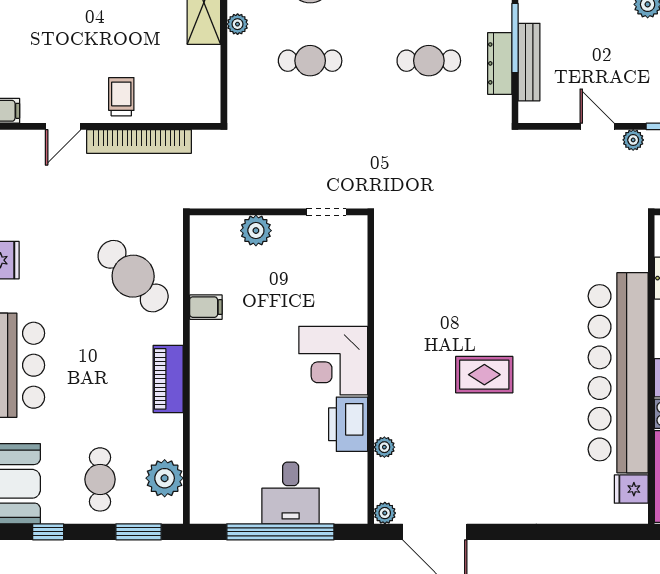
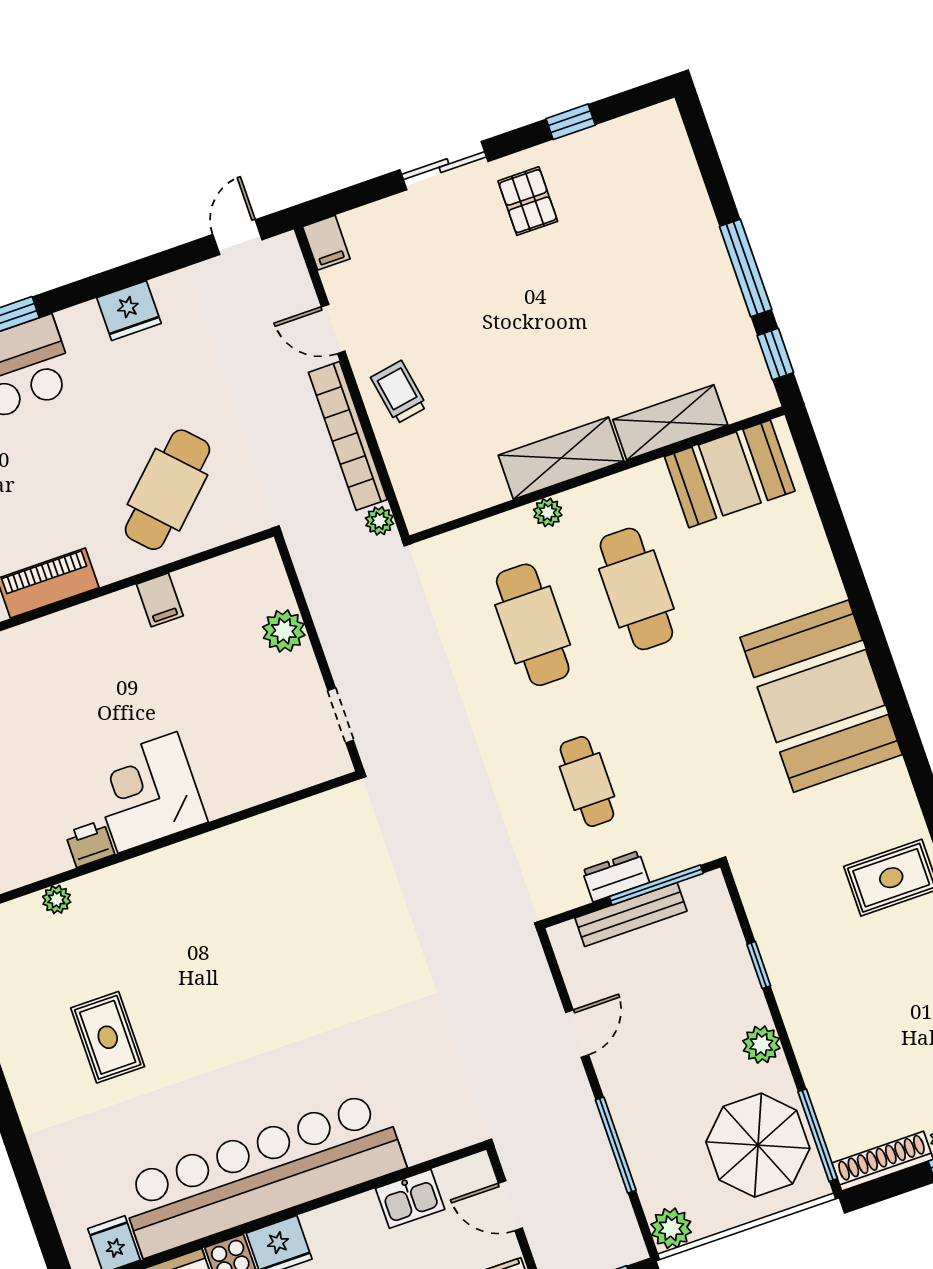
cafe table: (310, 61) -> (533, 625), width x1.37, depth x1.35
dresser: (500, 63) -> (616, 876), width x0.70
trolley: (121, 97) -> (399, 392), turned -100
plant: (633, 140) -> (380, 521), moved
rug: (484, 375) -> (108, 1037), moved
printer: (348, 424) -> (90, 844), width x0.53, depth x0.68

